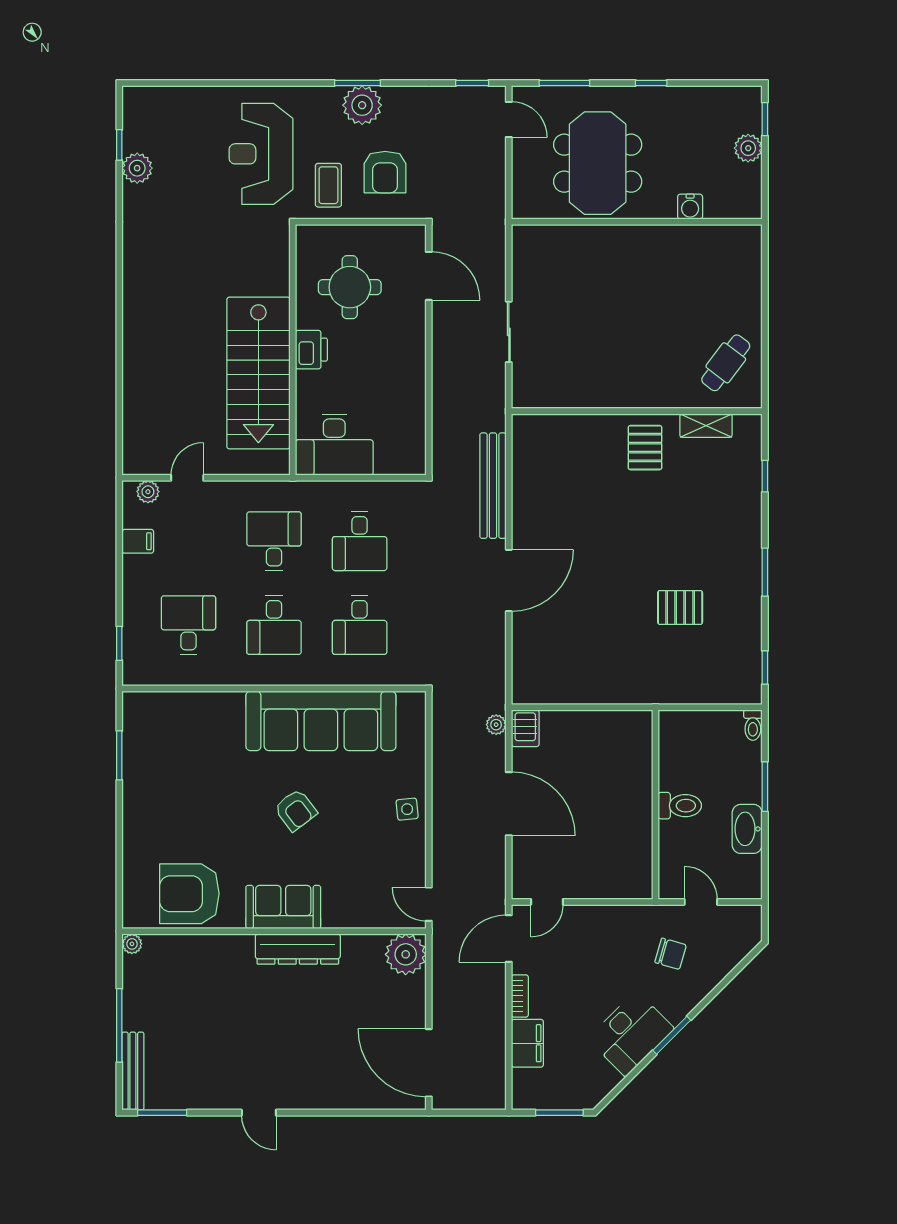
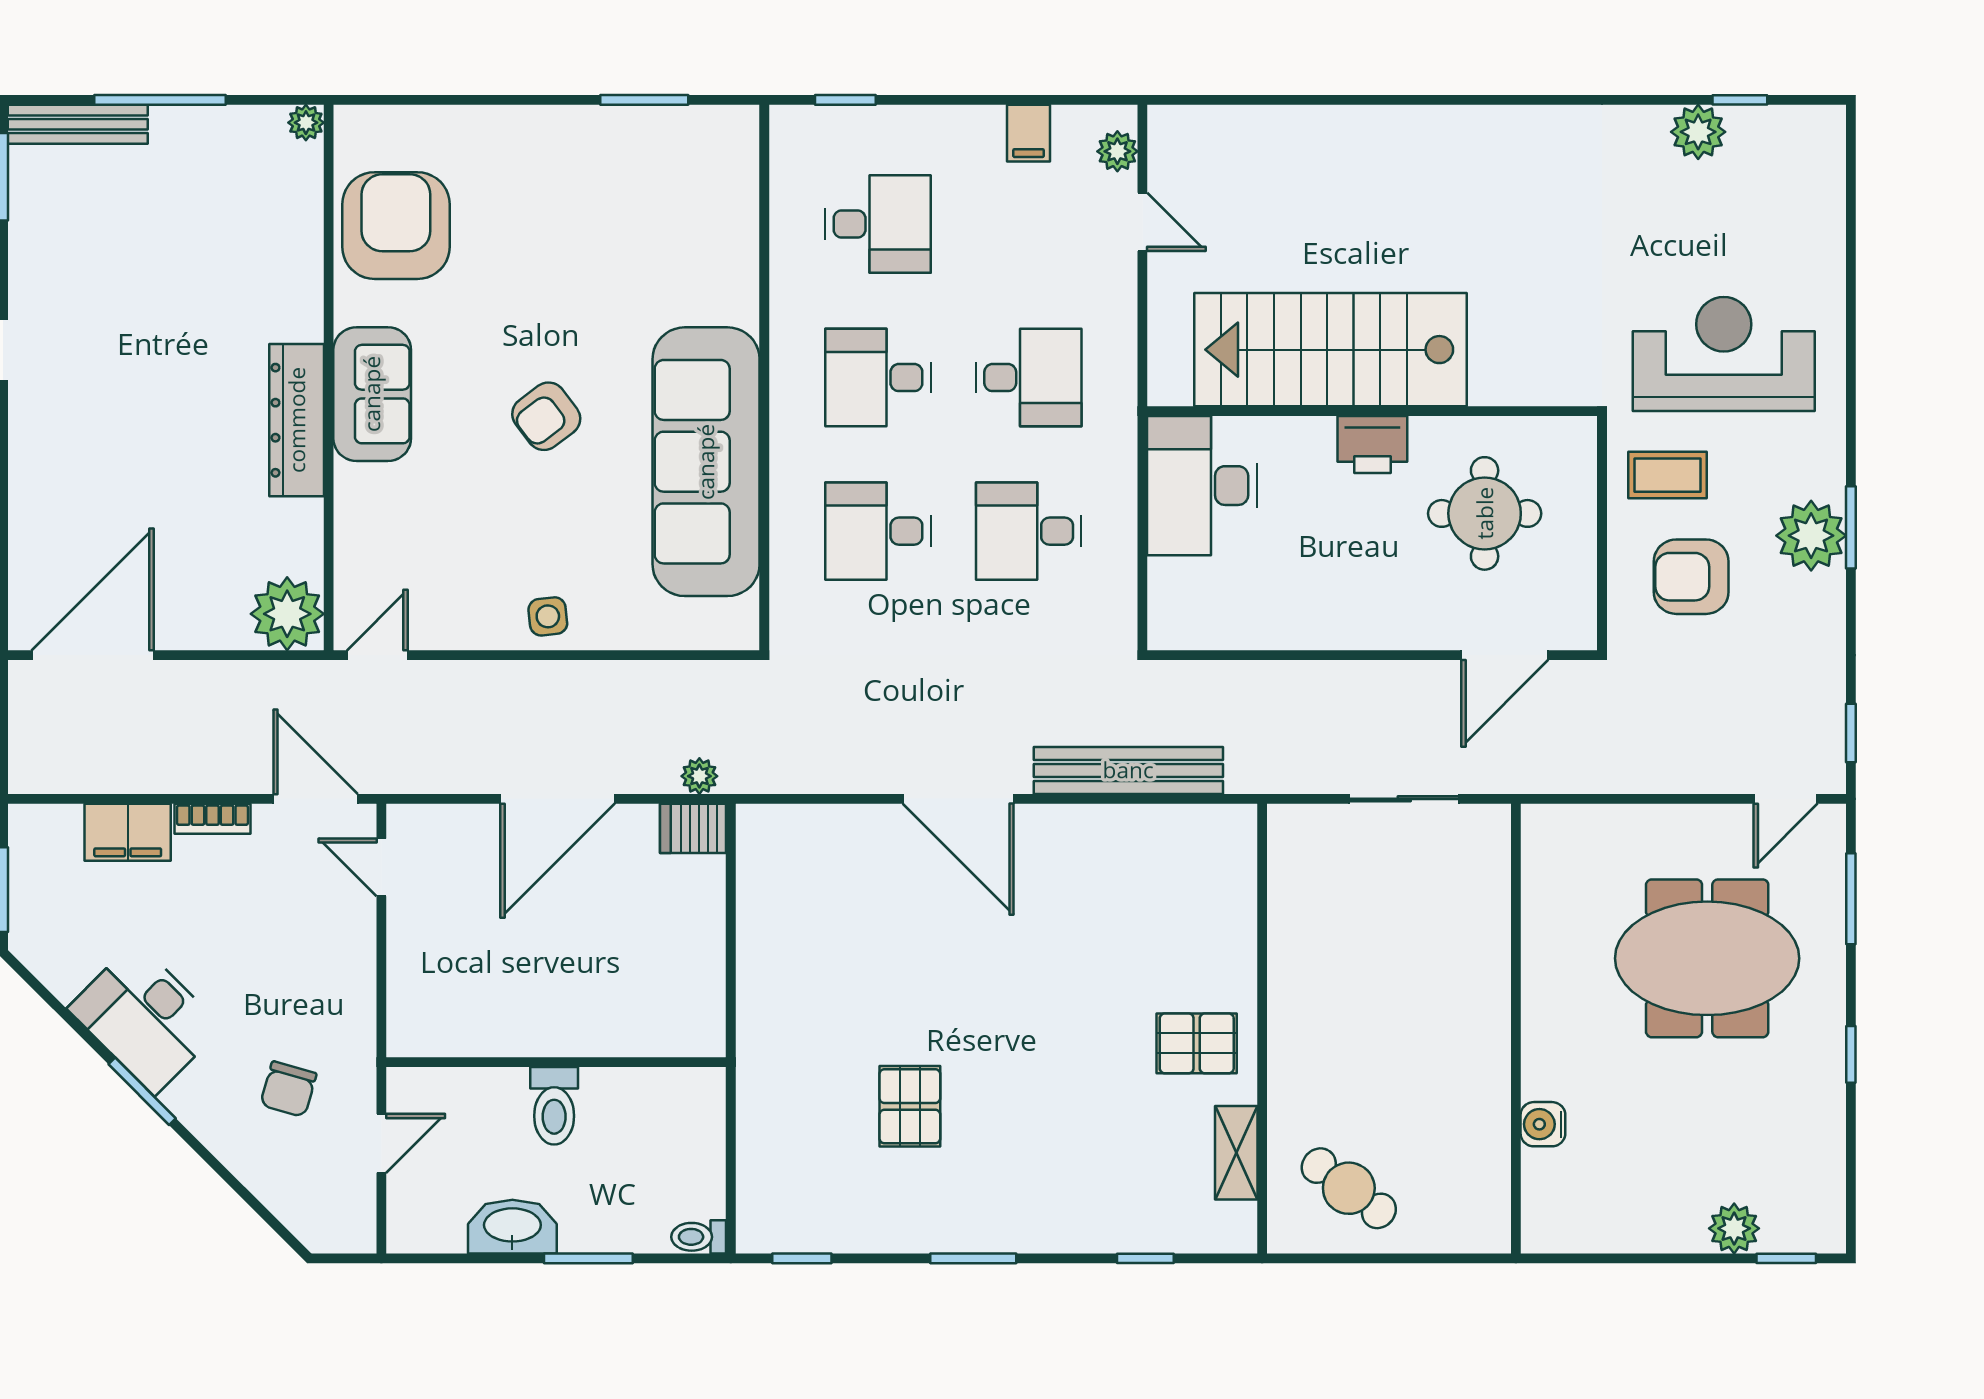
water cooler: (690, 207) -> (1543, 1124), moved
wall: (637, 222) -> (1516, 1029), moved

